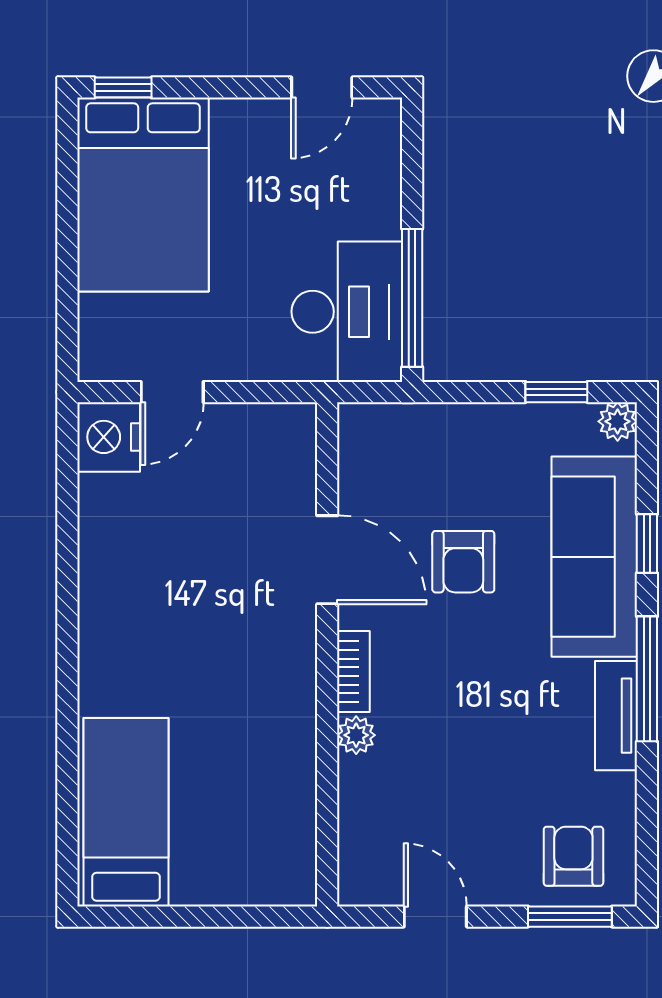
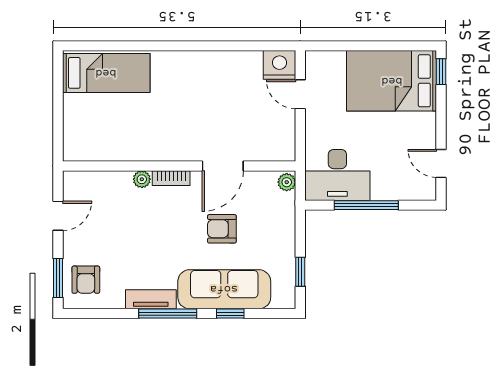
window: (412, 298) -> (366, 205), moved
plant: (618, 421) -> (287, 182), moved
armchair: (573, 856) -> (86, 280), turned 90

